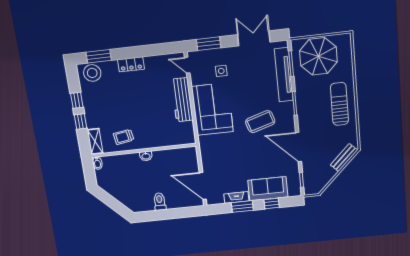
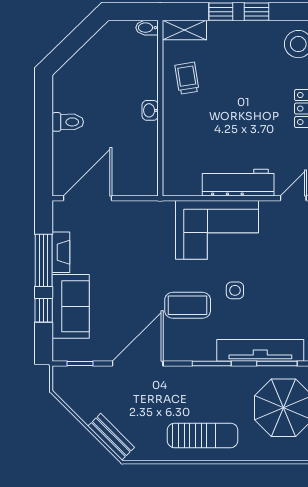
side table: (221, 71) -> (235, 290), moved
coffee table: (260, 122) -> (188, 305), turned -73
window: (242, 206) -> (44, 260), width x1.44

